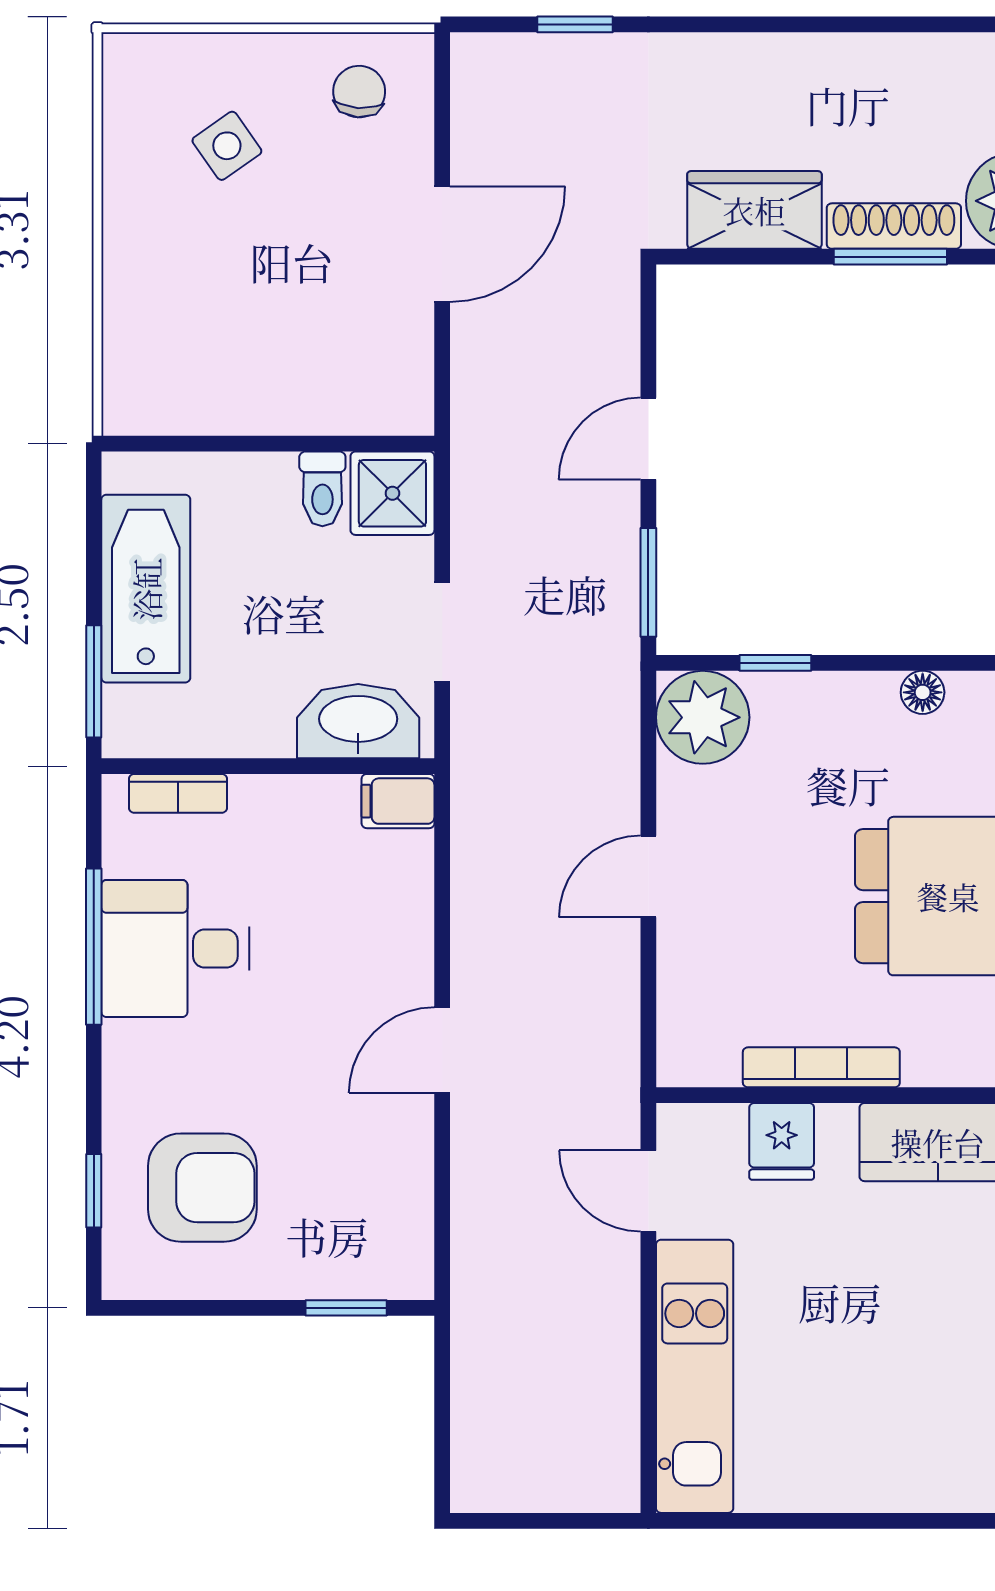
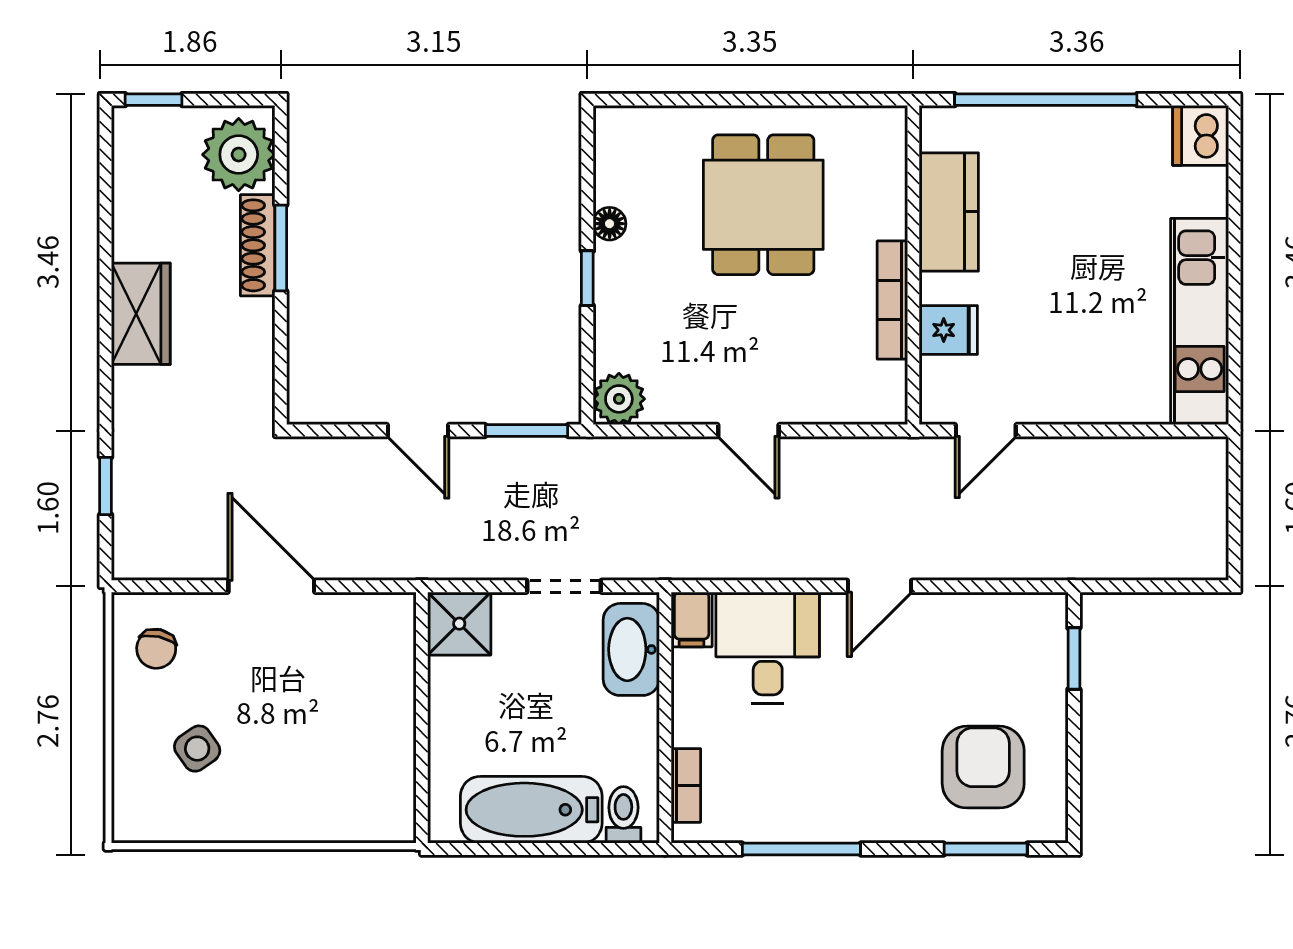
chair: (359, 92) -> (156, 649), turned -82
wardrobe: (754, 210) -> (141, 314), moved, turned 180
toilet: (322, 489) -> (623, 815), moved, turned -90
window: (775, 663) -> (587, 278), moved
window: (94, 681) -> (601, 849), removed
plant: (703, 717) -> (619, 399), width x0.73, depth x0.73
desk: (175, 949) -> (768, 648), moved, turned 180
door: (442, 1050) -> (879, 586), hinge flipped
window: (94, 1191) -> (986, 849), width x1.50
kitchen unit: (695, 1376) -> (1200, 322), moved, turned -90

